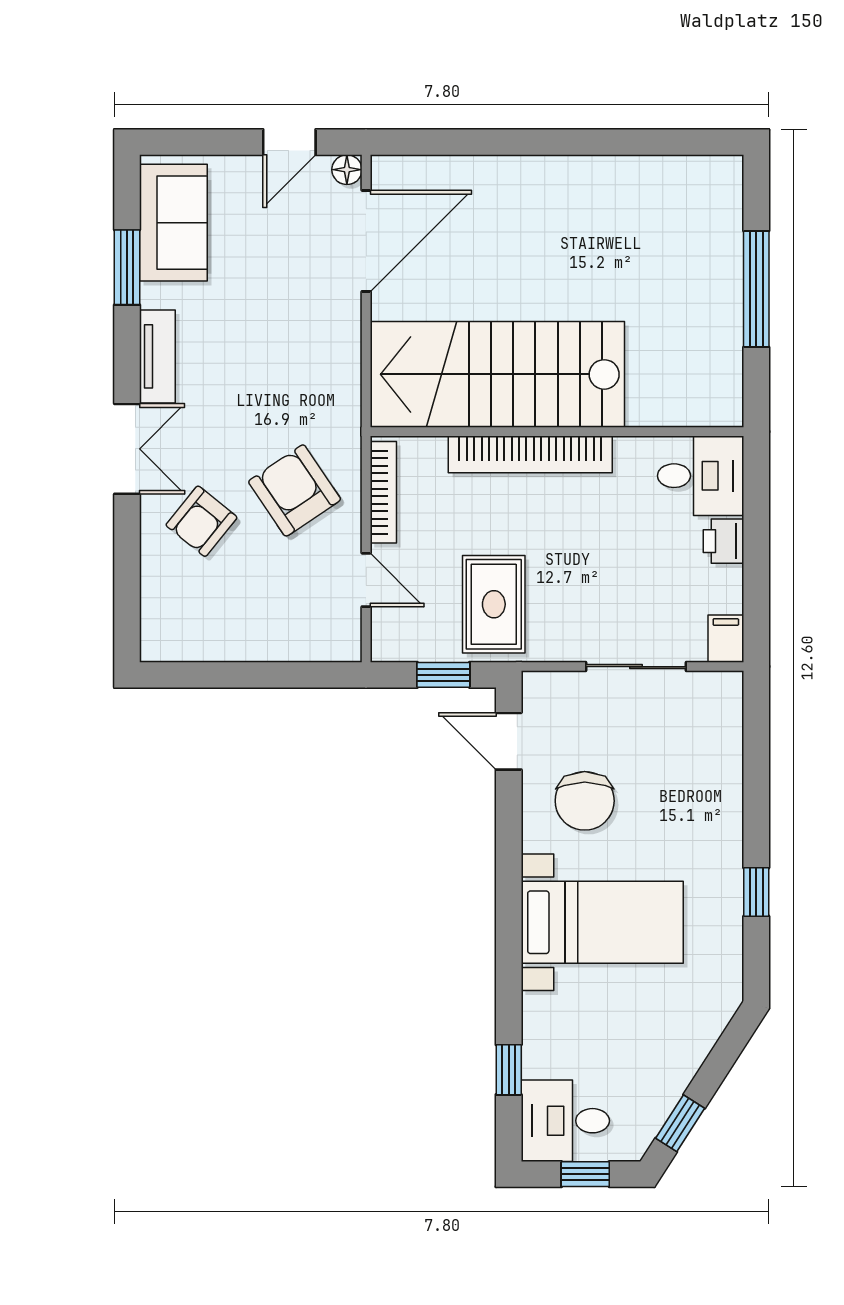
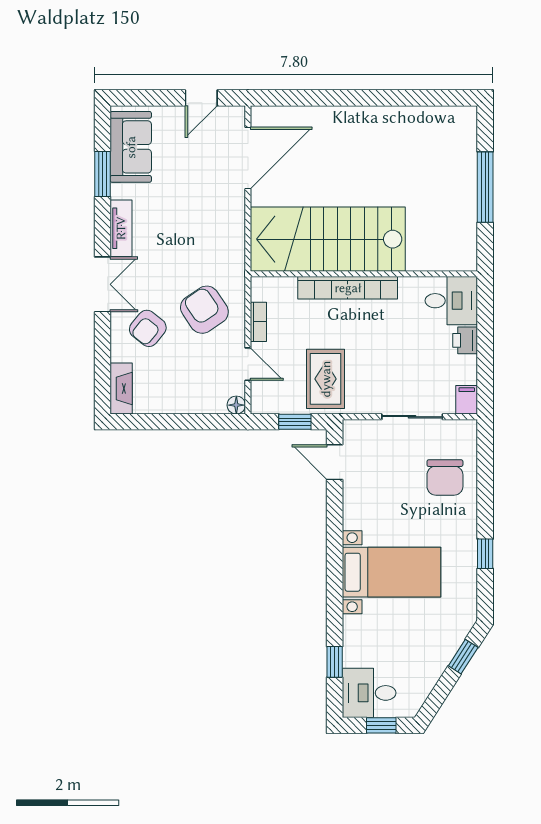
floor lamp: (347, 170) -> (236, 405), moved
bookcase: (383, 492) -> (258, 322), width x0.64
fireplace: (158, 620) -> (121, 388), added
chair: (585, 801) -> (445, 477), moved
window: (680, 1123) -> (463, 657), moved

